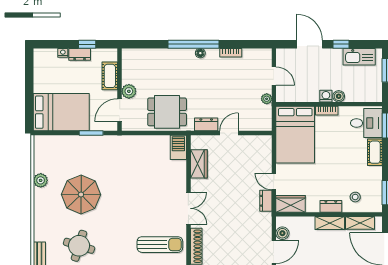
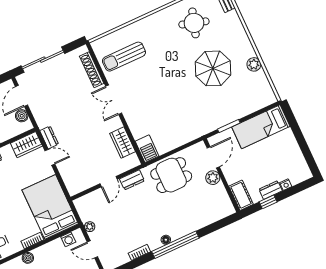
cot: (110, 76) -> (241, 195), moved
washing machine: (326, 96) -> (68, 239), moved
bed: (61, 112) -> (261, 127), width x0.67

